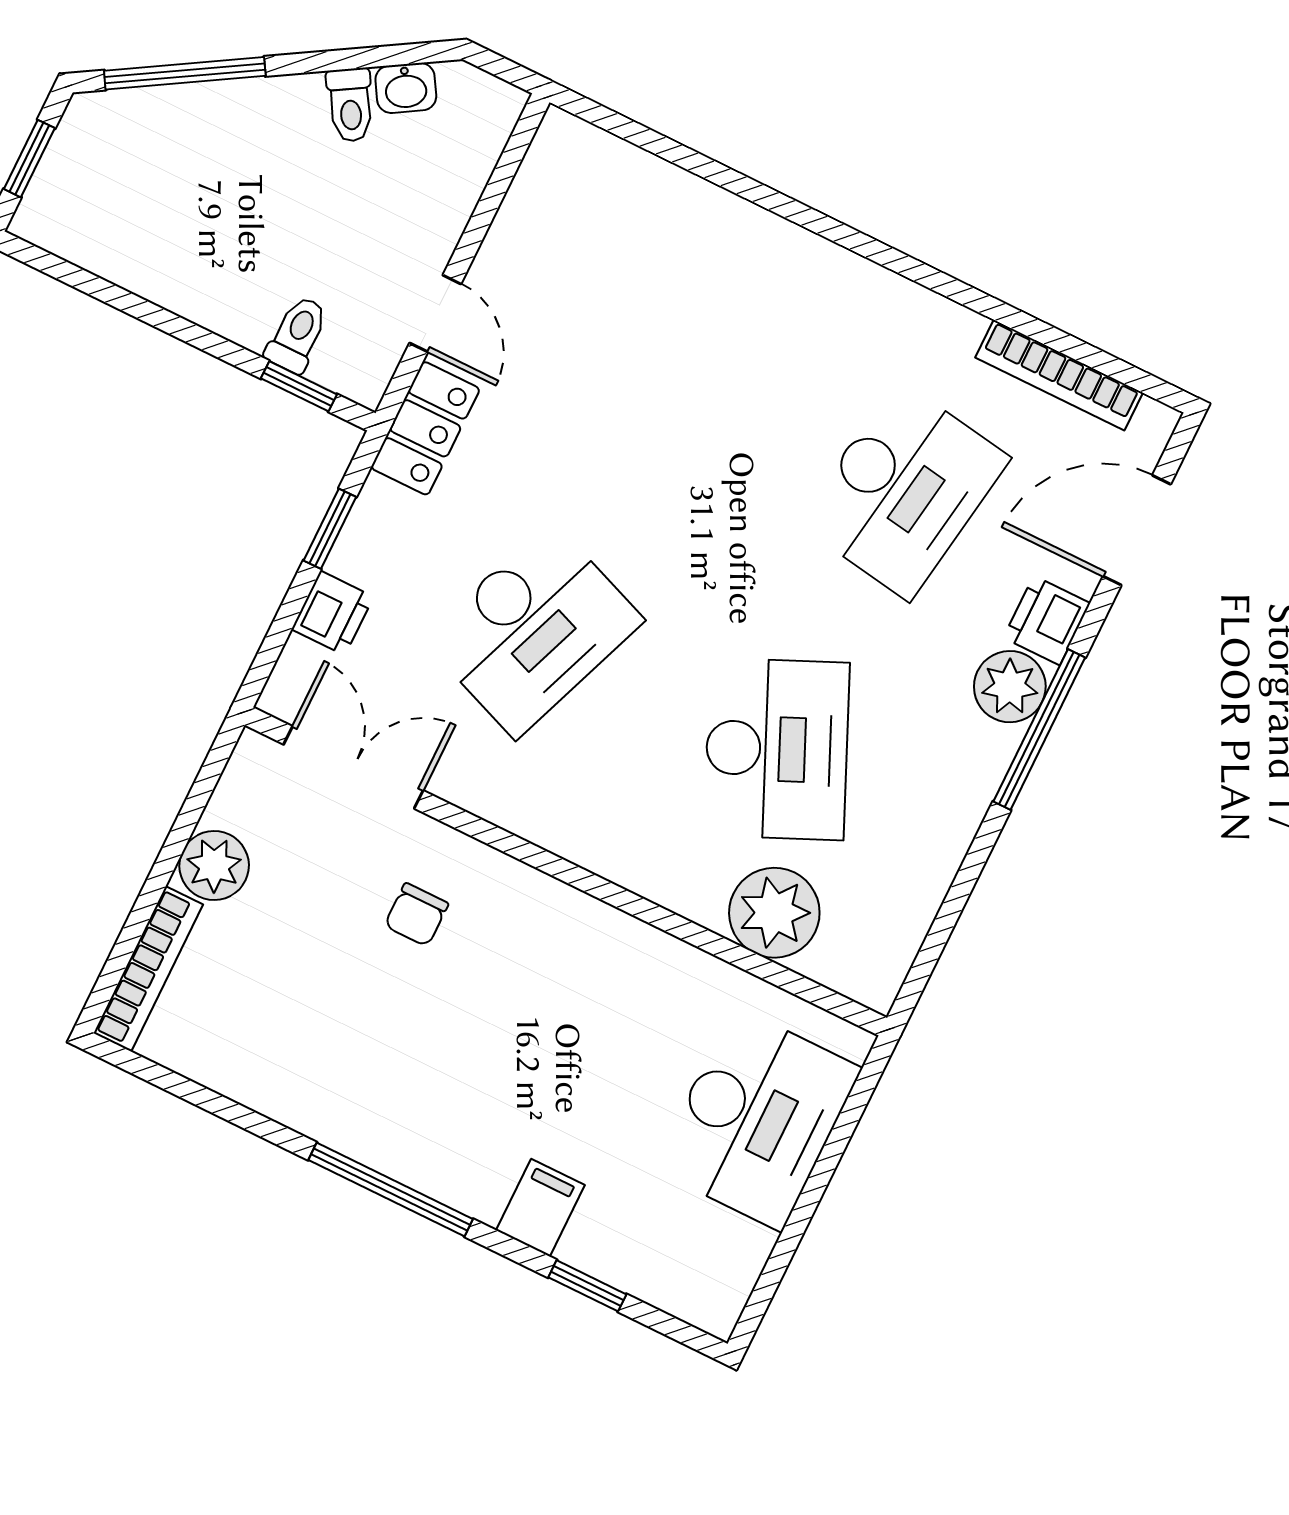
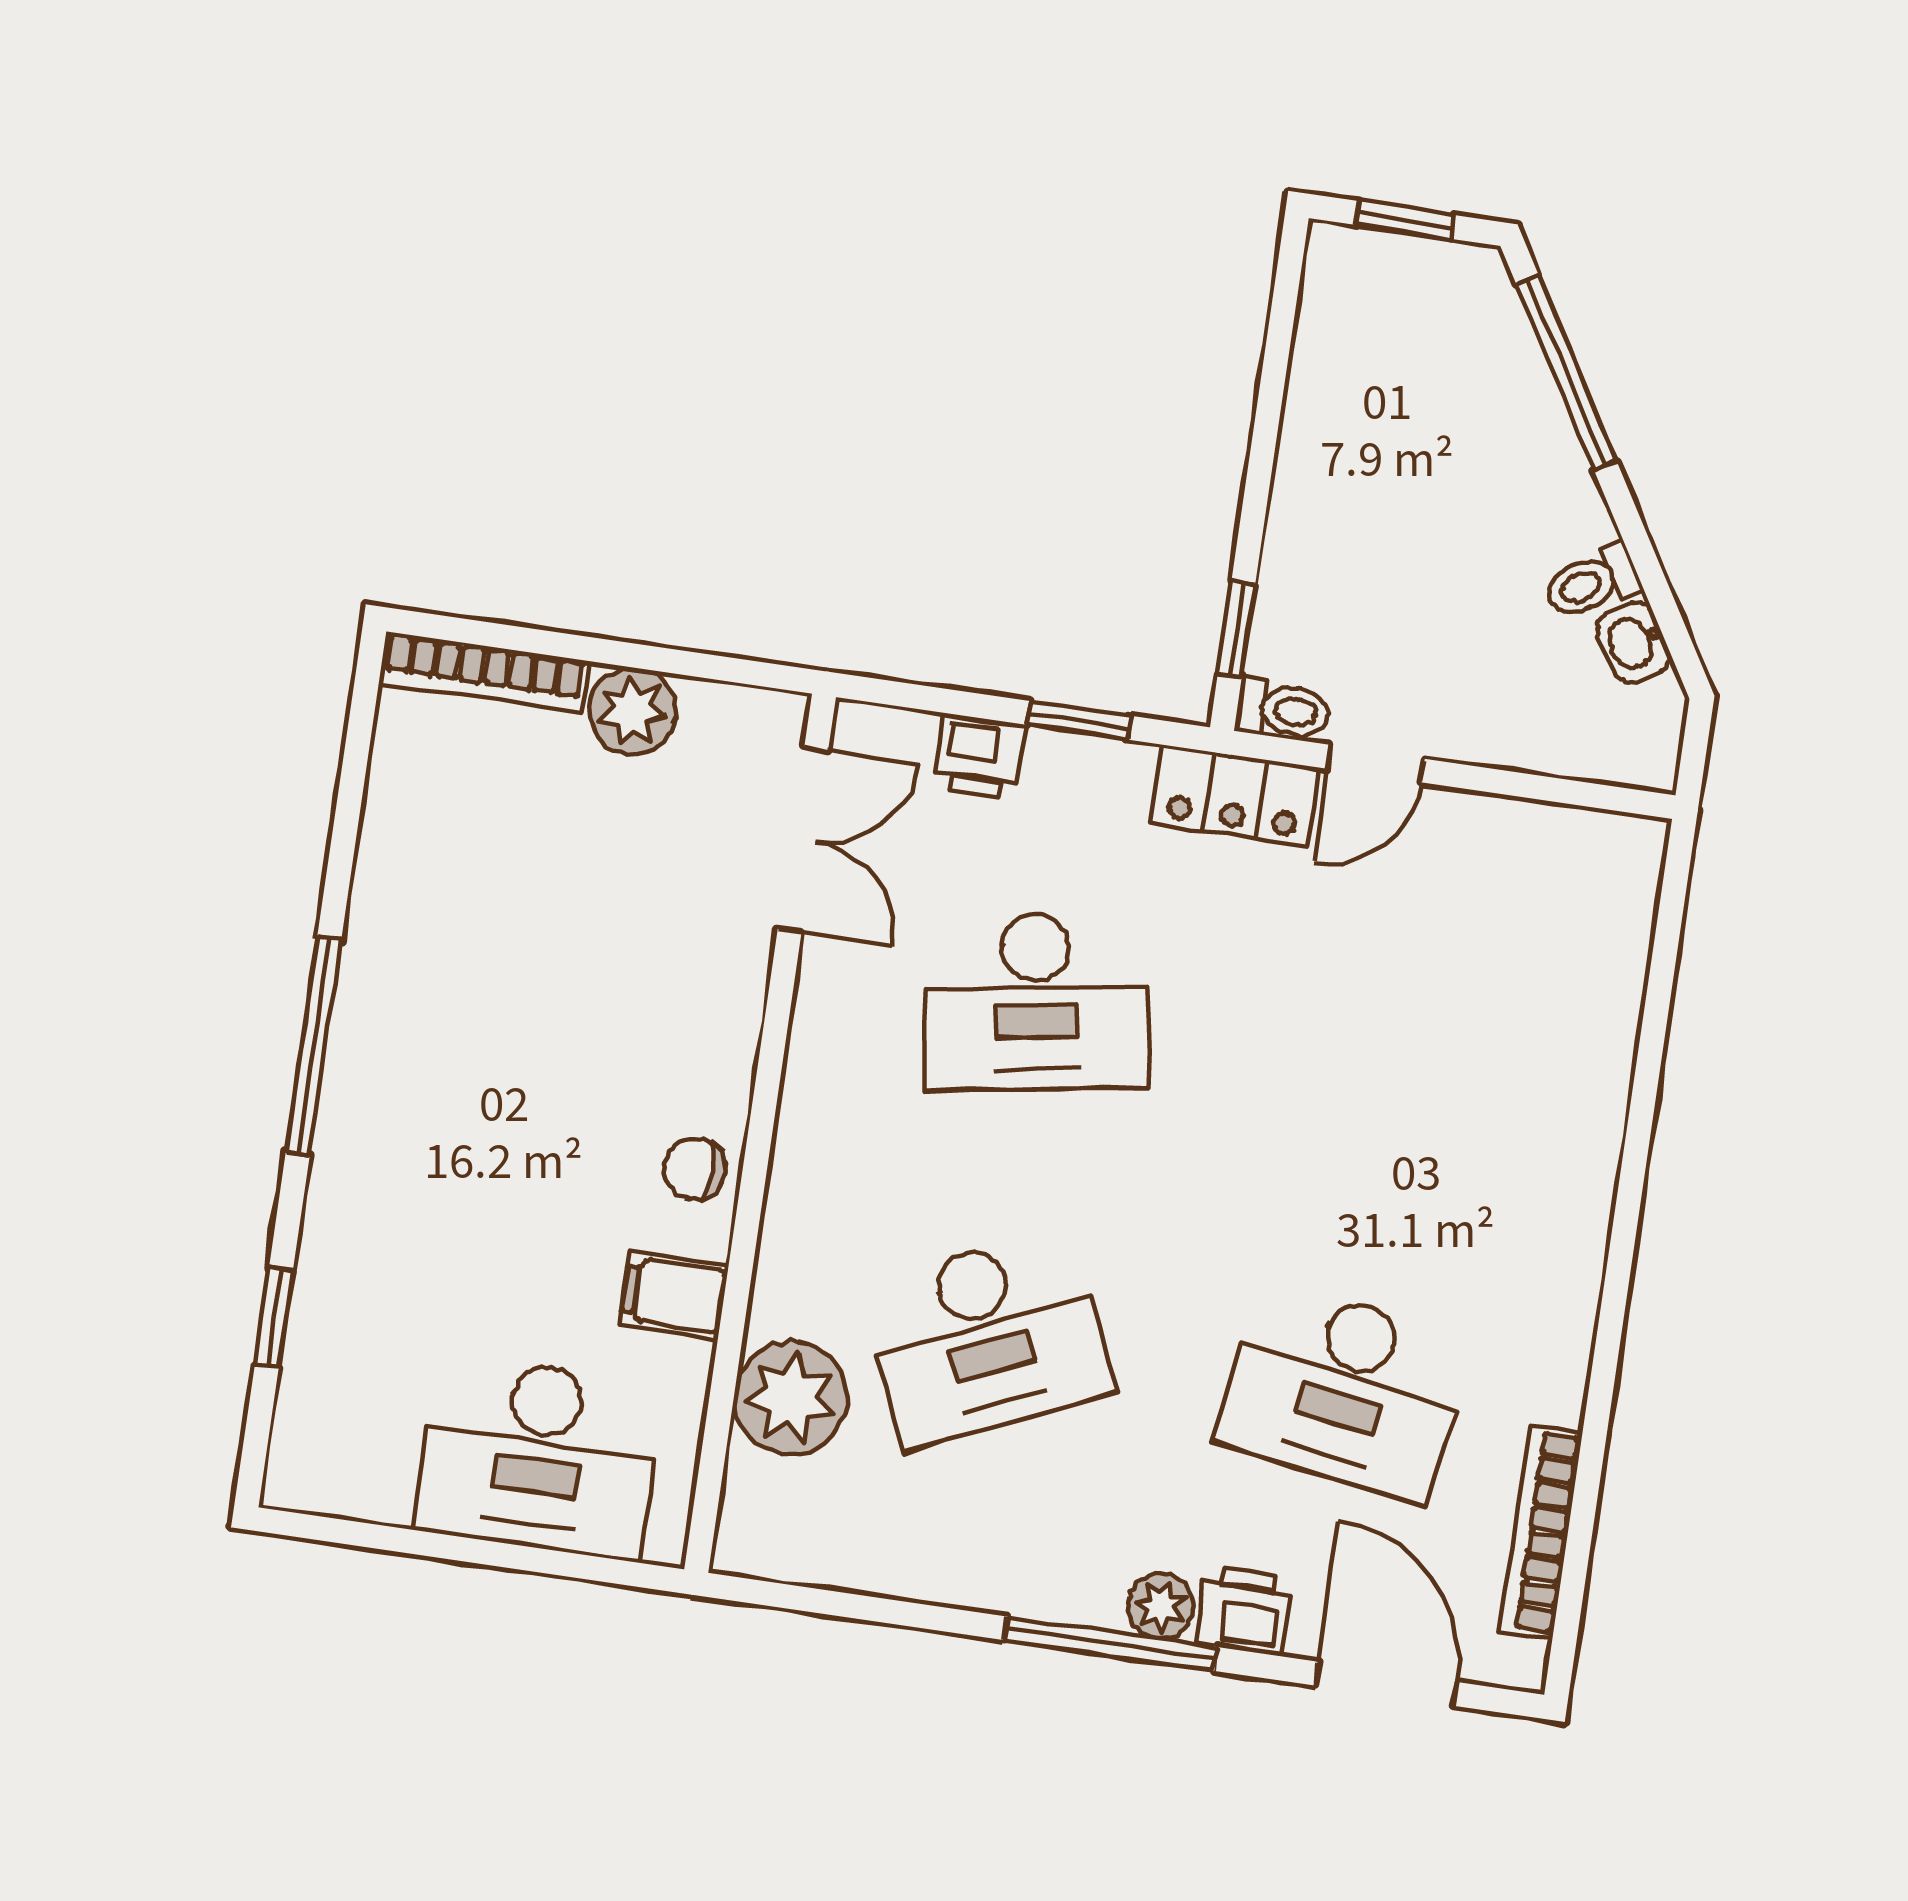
toilet: (297, 334) -> (1283, 710), moved
desk: (533, 630) -> (1036, 1002), turned -30
plant: (1010, 687) -> (1161, 1606), width x0.73, depth x0.73
chair: (416, 915) -> (695, 1169), moved
filing cabinet: (540, 1208) -> (674, 1295), moved, turned 180

